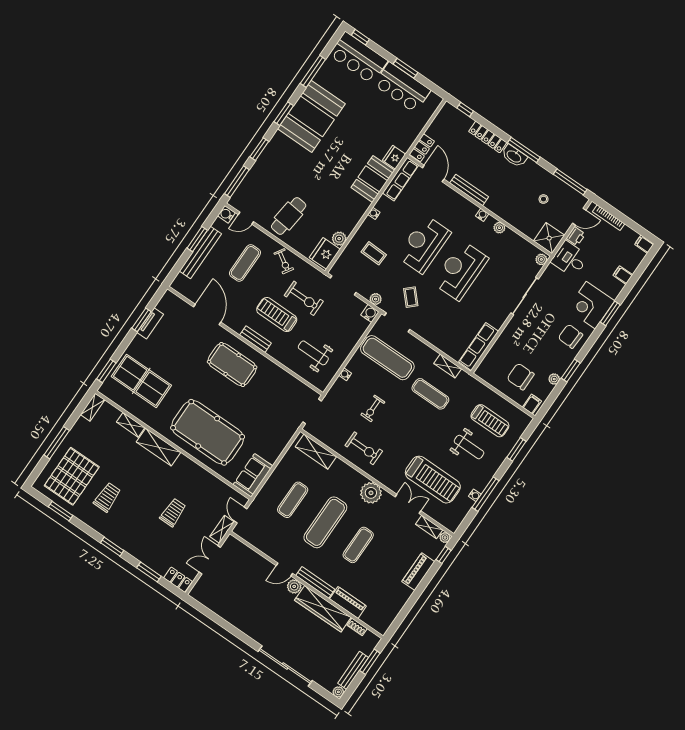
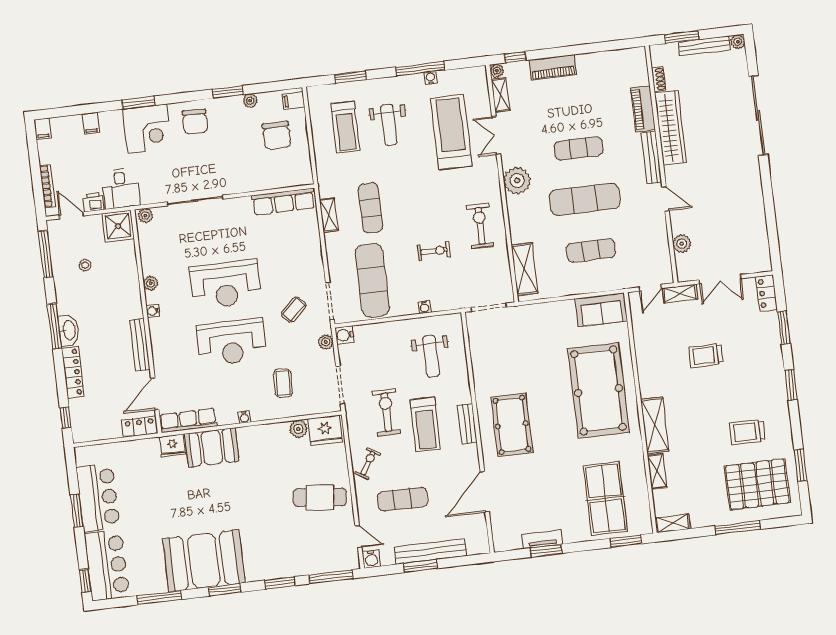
treadmill: (490, 421) -> (345, 127), turned 180
weight bench: (469, 447) -> (389, 125), turned 180
plant: (294, 586) -> (682, 244), moved

